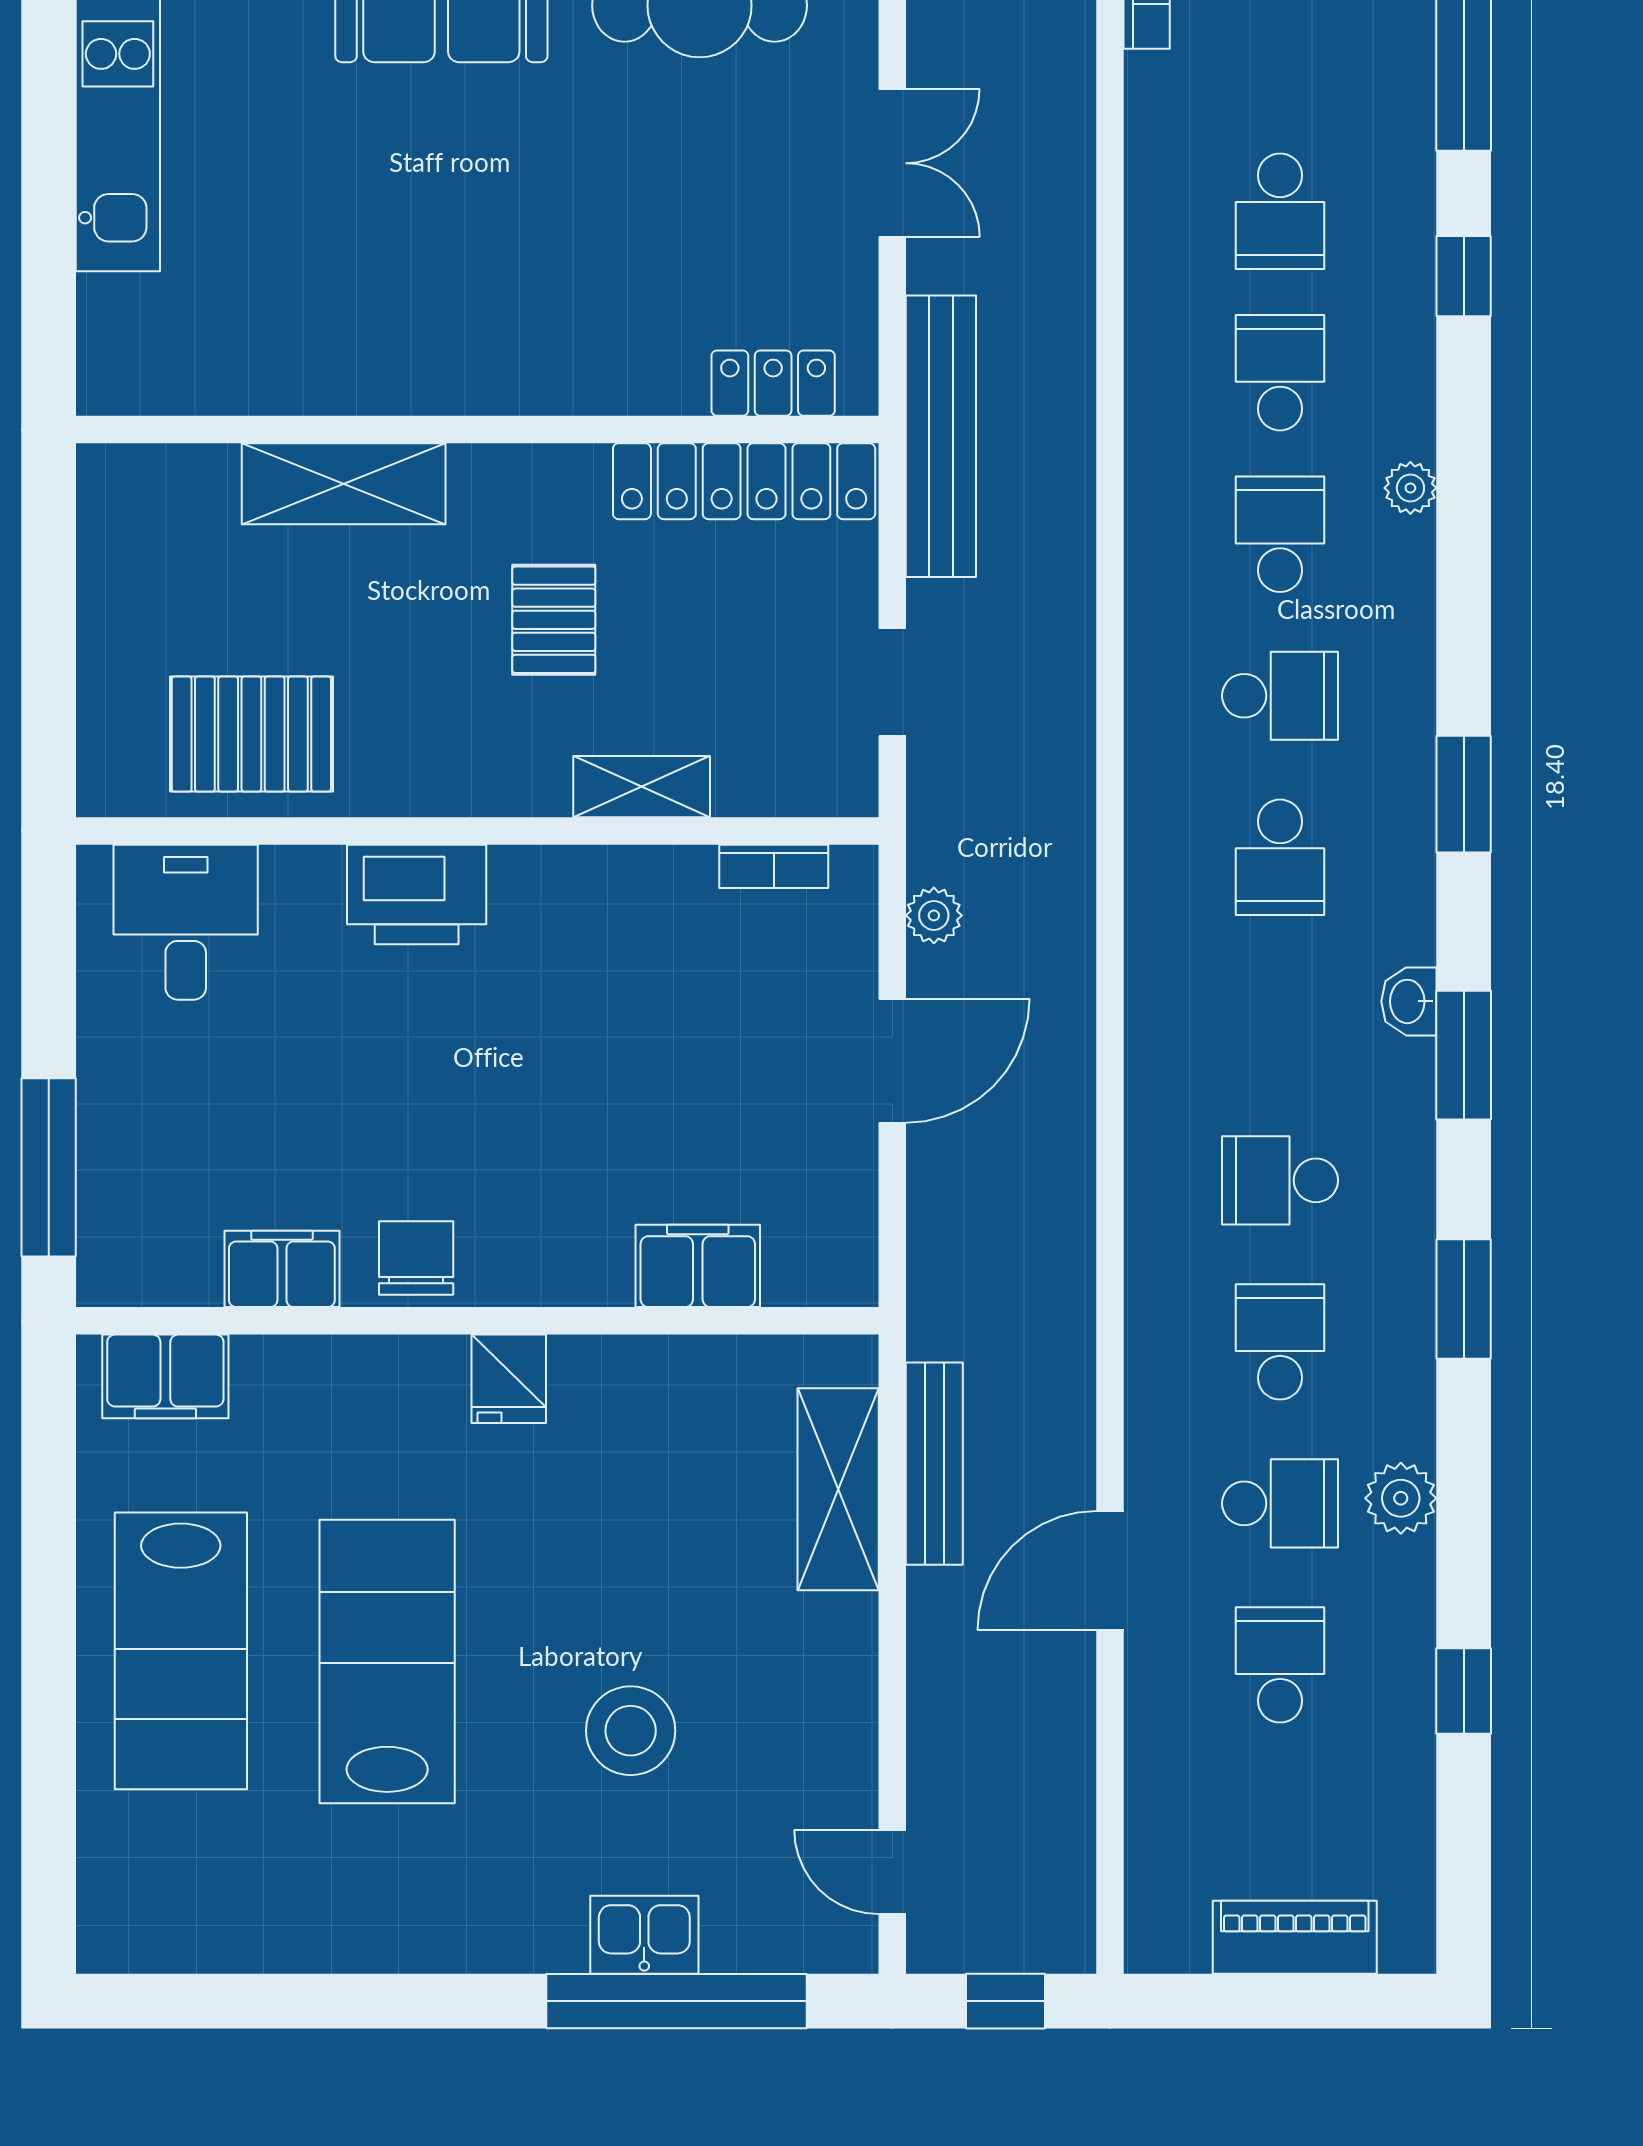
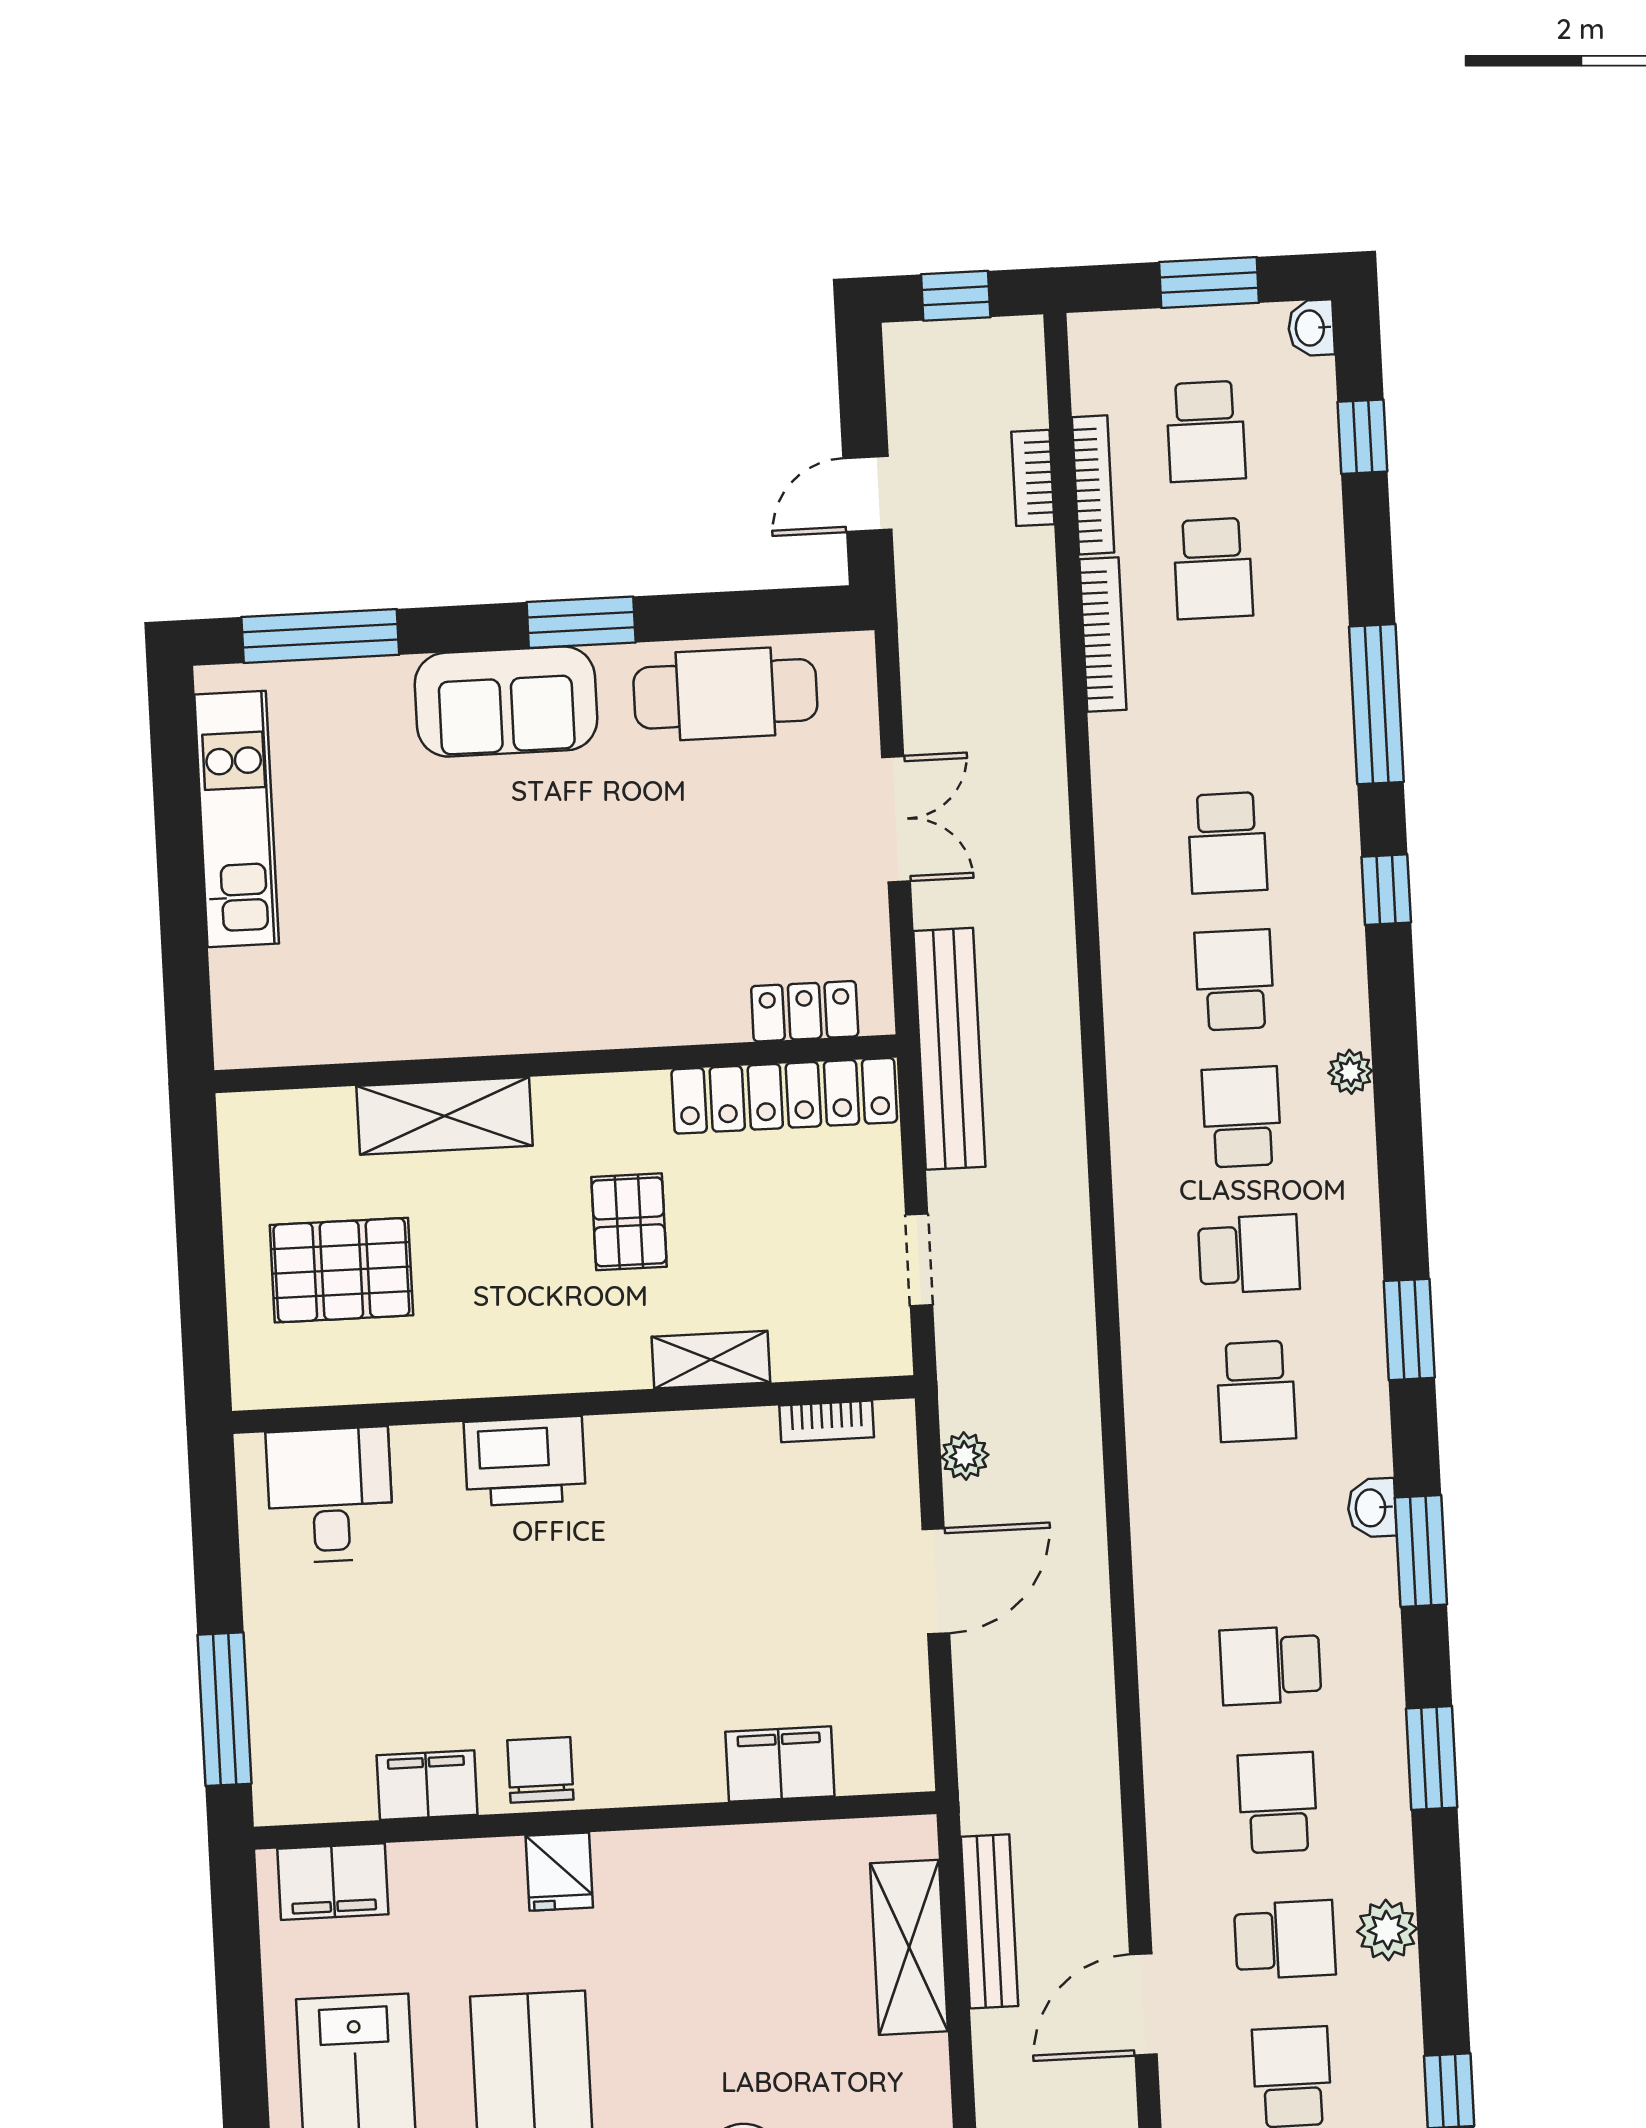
pallet: (251, 734) -> (341, 1270), moved
fridge: (509, 1379) -> (559, 1872), moved

